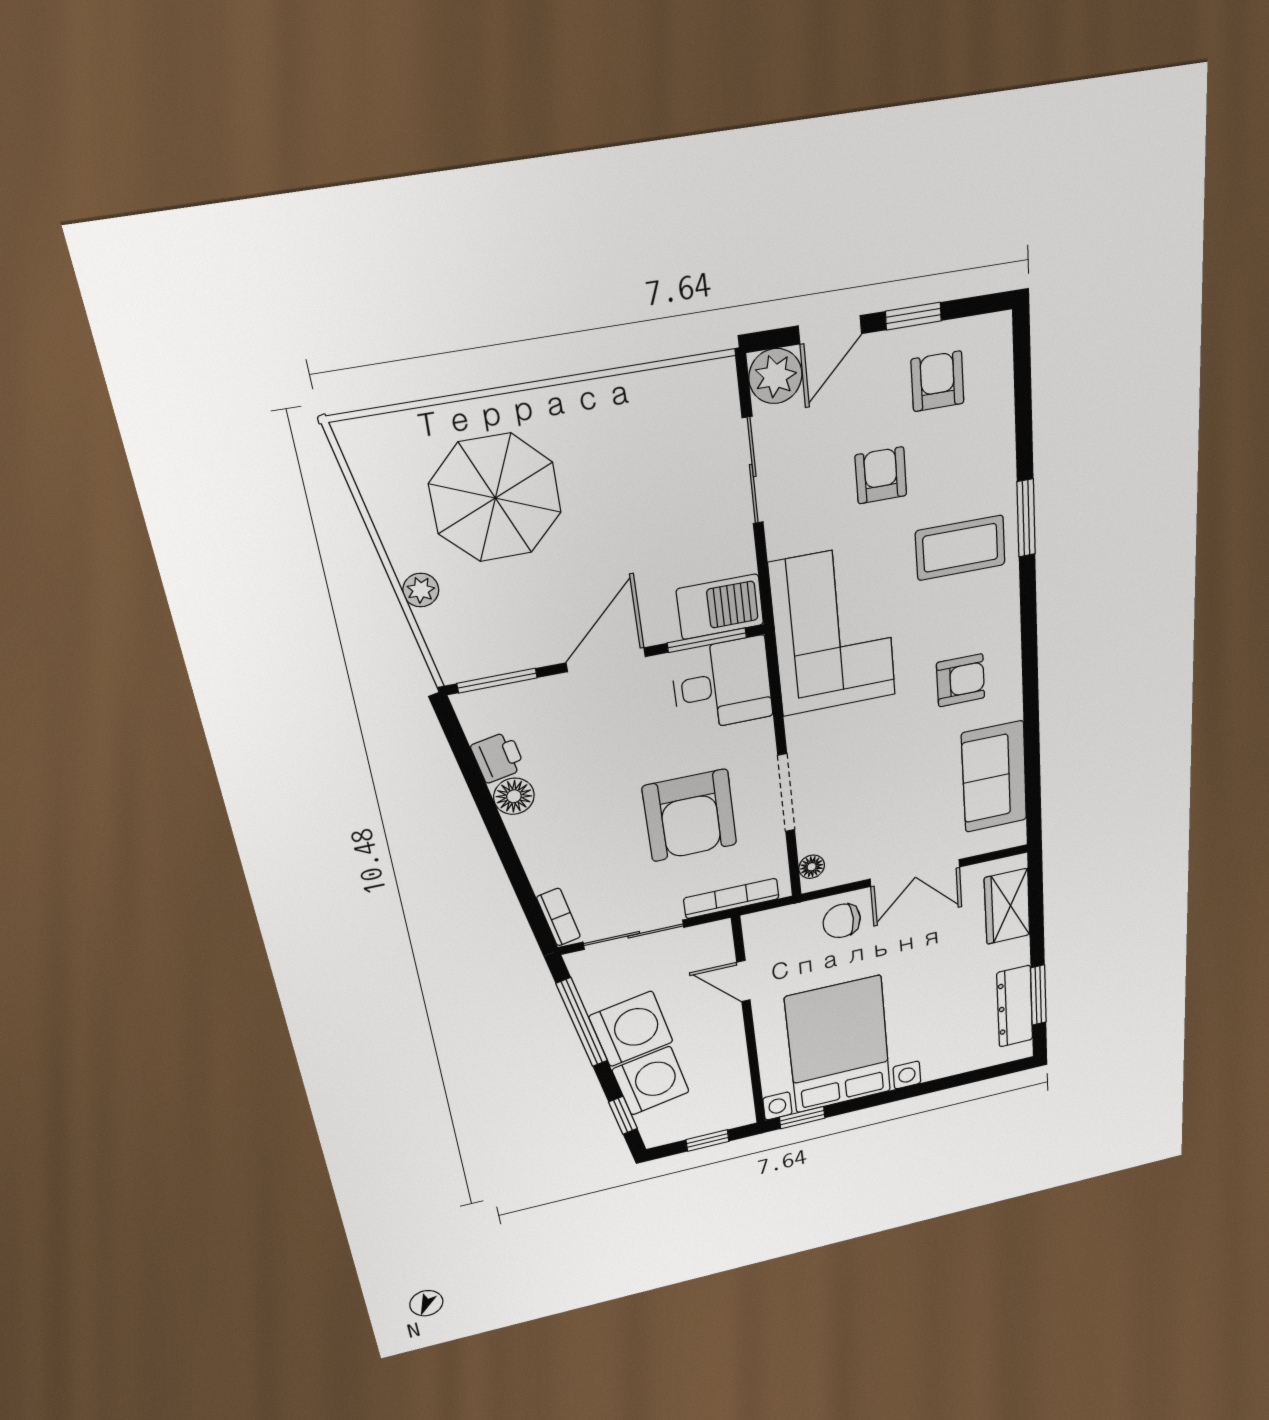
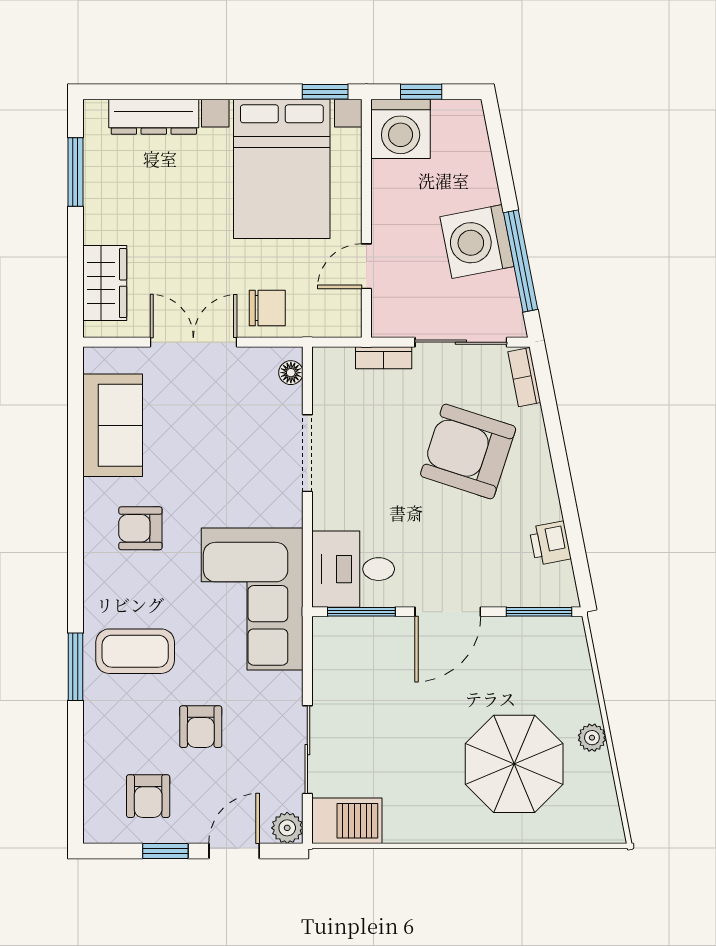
plant: (775, 376) -> (287, 828), width x0.73, depth x0.73
plant: (421, 590) -> (592, 738), moved
barbecue: (720, 607) -> (347, 821), moved, turned 180
floor lamp: (514, 796) -> (543, 504), removed
armchair: (690, 815) -> (468, 451), moved, turned -72
bookcase: (731, 898) -> (384, 358), width x0.64
door: (743, 981) -> (366, 266), swing flipped
dresser: (1015, 1006) -> (154, 117), moved, turned 90
washing machine: (651, 1081) -> (401, 129), moved, turned -79
window: (623, 1115) -> (498, 146), removed

